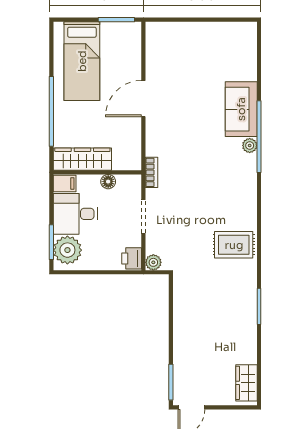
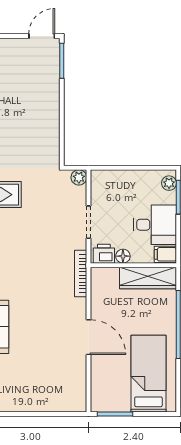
door: (143, 99) -> (89, 337), hinge flipped
bookcase: (152, 172) -> (81, 274), width x1.56
plant: (67, 250) -> (169, 183), width x0.53, depth x0.53
printer: (132, 258) -> (104, 254), moved, turned -90

